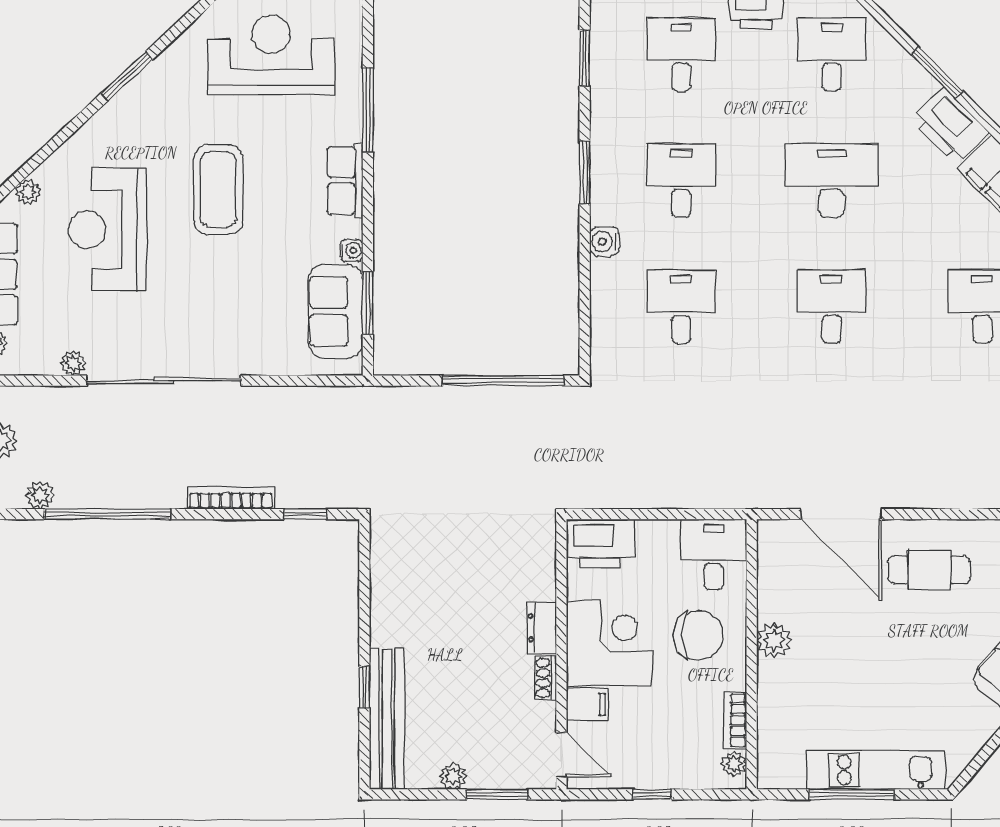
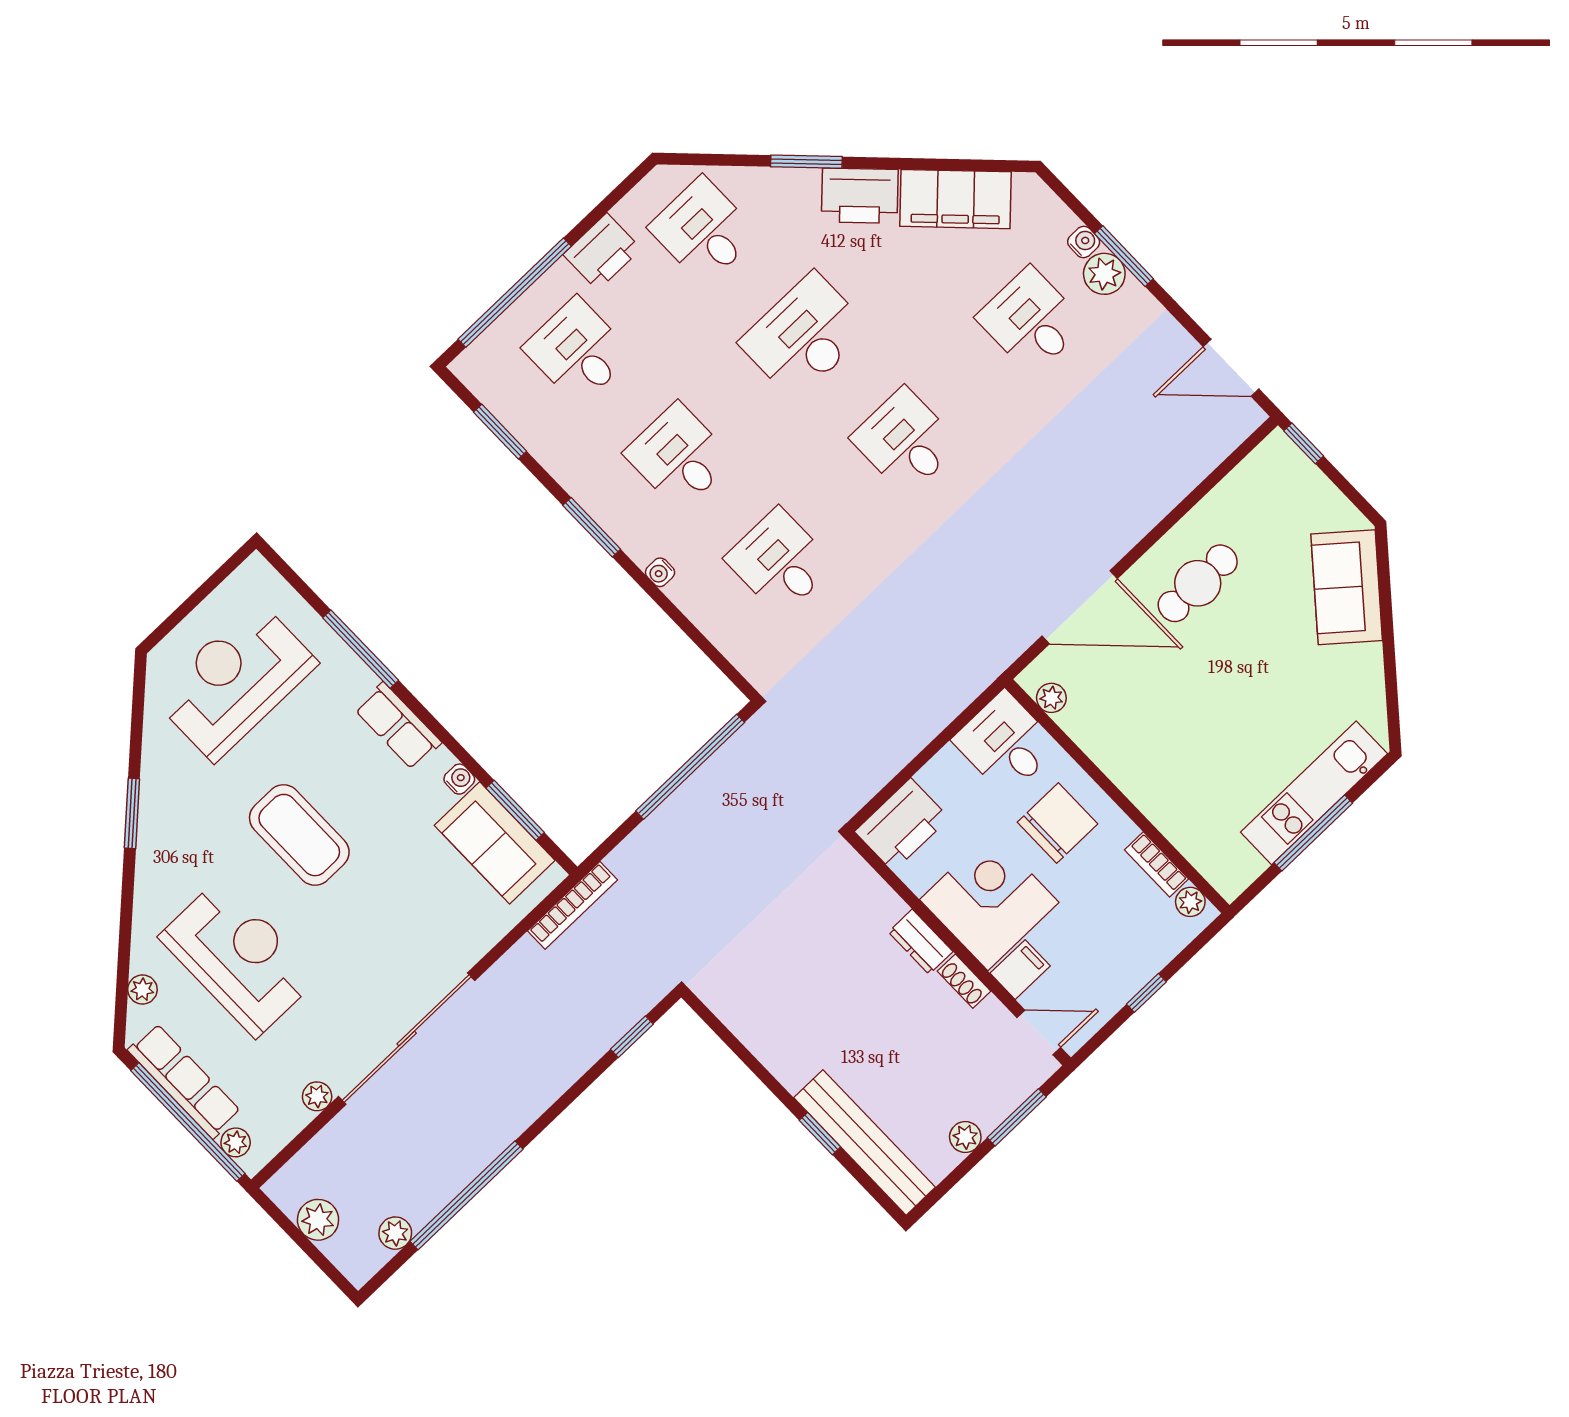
reception desk: (107, 230) -> (239, 957), turned 180
water cooler: (604, 241) -> (660, 572), width x0.72, depth x0.72
bookcase: (231, 498) -> (572, 905), moved, turned 180
plant: (774, 640) -> (1051, 698), moved, width x0.73, depth x0.73

